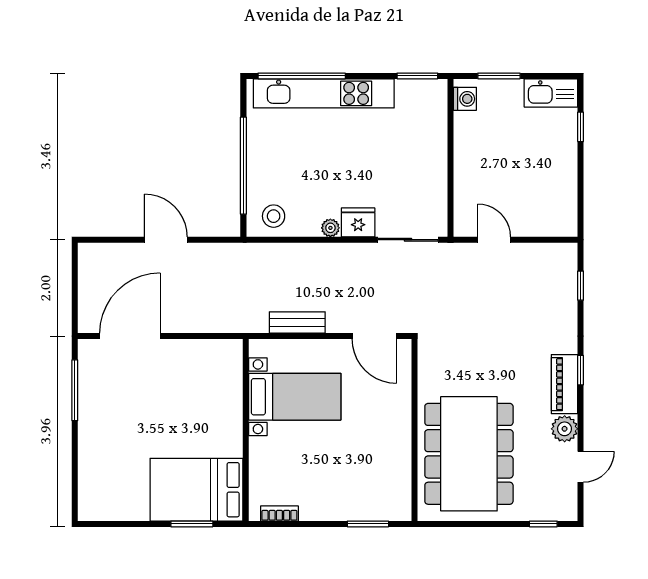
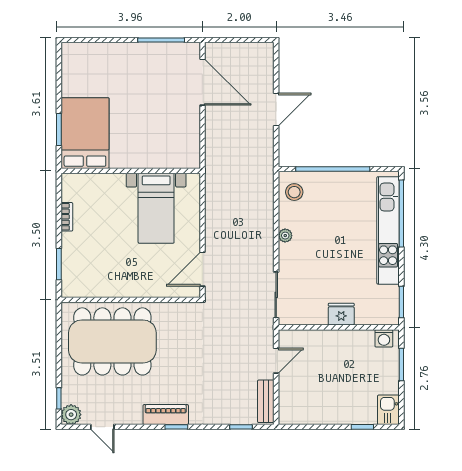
kitchen sink: (551, 93) -> (388, 410), width x0.73
fridge: (358, 222) -> (341, 314), moved, turned -90
bench: (297, 323) -> (266, 401), moved
plant: (565, 429) -> (71, 415), moved
bookcase: (279, 514) -> (67, 217), moved

